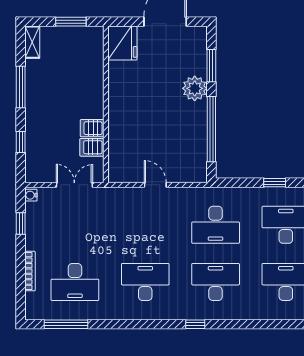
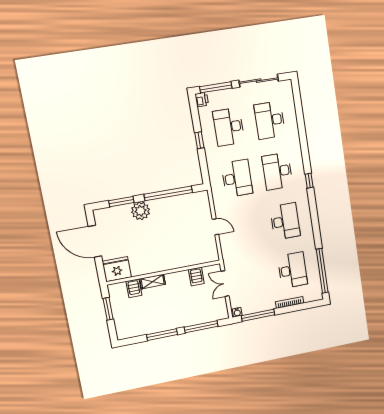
shelving: (32, 42) -> (153, 282), moved
server rack: (92, 128) -> (134, 288), moved
window: (21, 142) -> (201, 327), width x2.17
door: (155, 185) -> (215, 227), swing flipped
window: (21, 224) -> (258, 315), width x2.17
desk: (145, 282) -> (285, 221), turned 180
window: (66, 324) -> (322, 271), width x1.46

